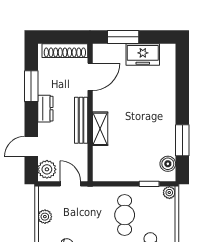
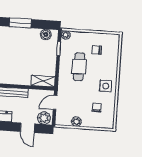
shelving: (100, 129) -> (43, 81), moved
window: (182, 140) -> (20, 23), moved
cafe table: (125, 215) -> (79, 67), turned 90

